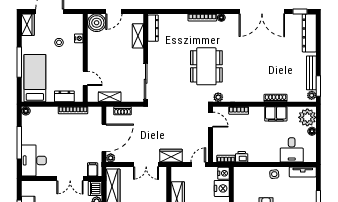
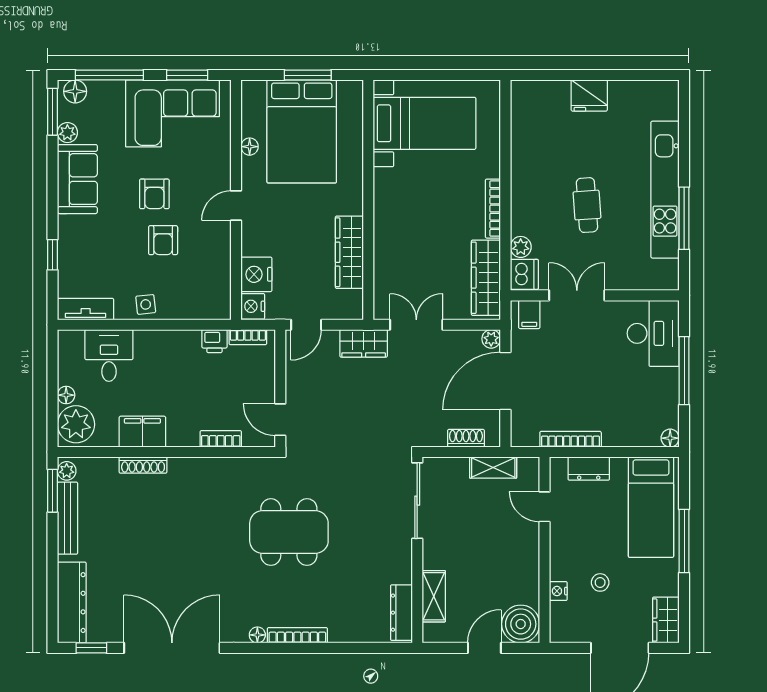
dining table: (206, 66) -> (289, 532), turned 90
plant: (218, 97) -> (264, 467), removed

